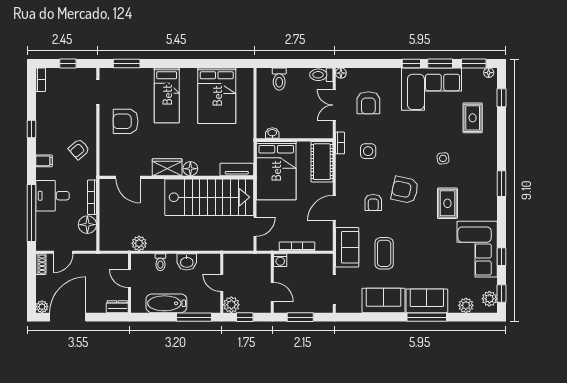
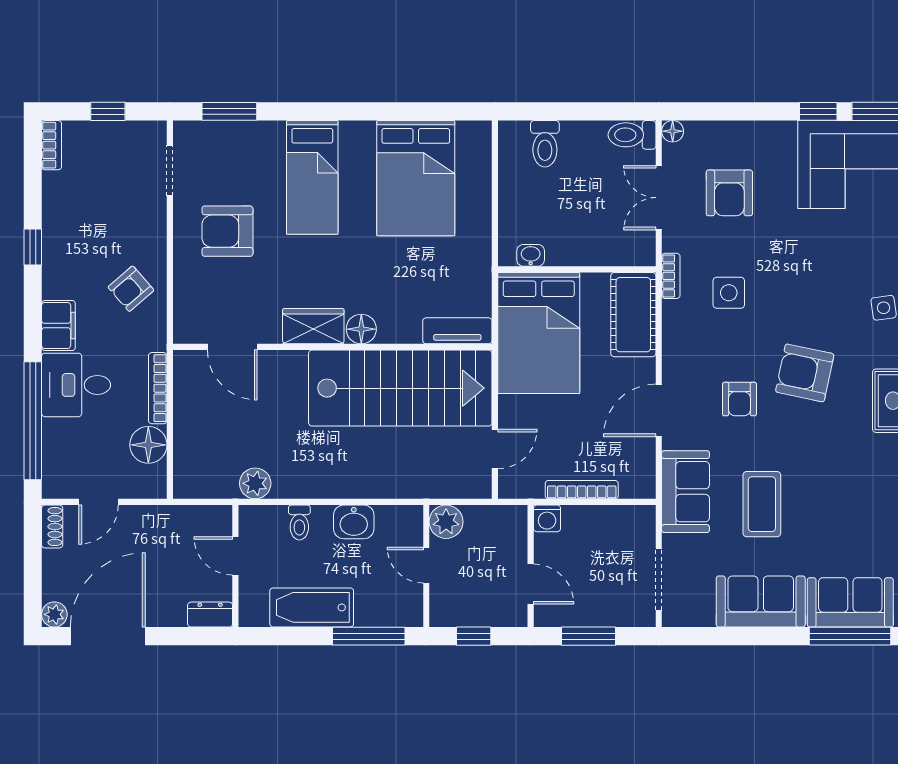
filing cabinet: (44, 161) -> (58, 326), width x2.00
plant: (231, 305) -> (446, 522), moved

